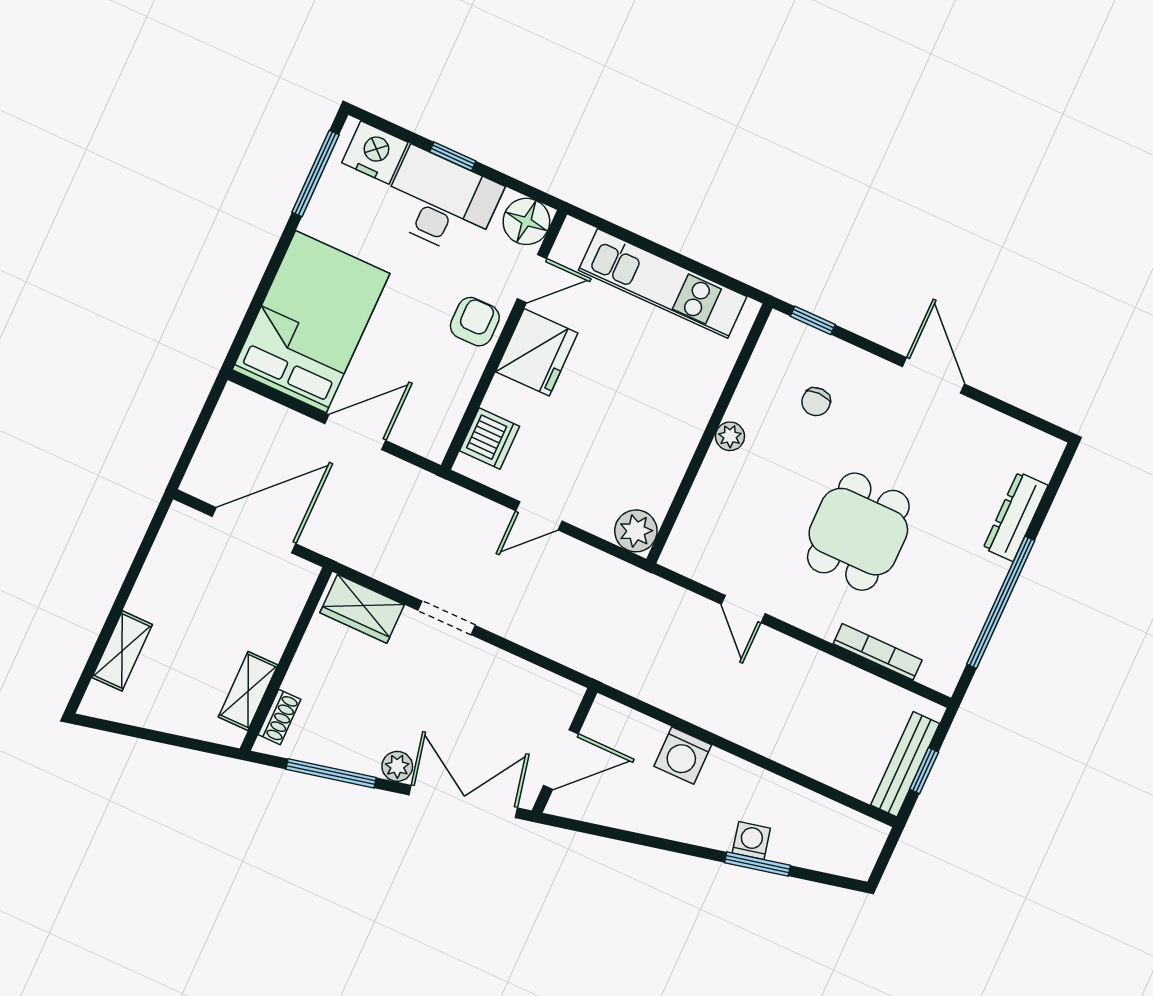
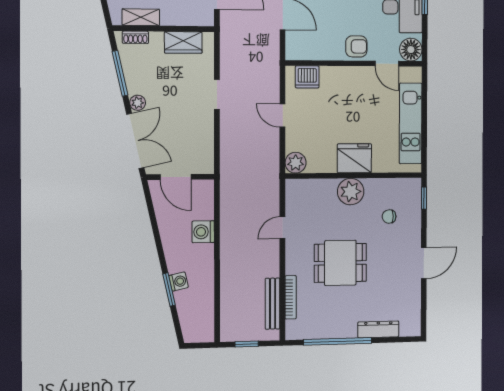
fridge: (537, 352) -> (354, 158), moved, turned 180
plant: (730, 436) -> (351, 192), width x1.88, depth x1.88
wardrobe: (362, 609) -> (183, 42), moved, turned -90
bench: (905, 764) -> (273, 304), moved, turned 90

